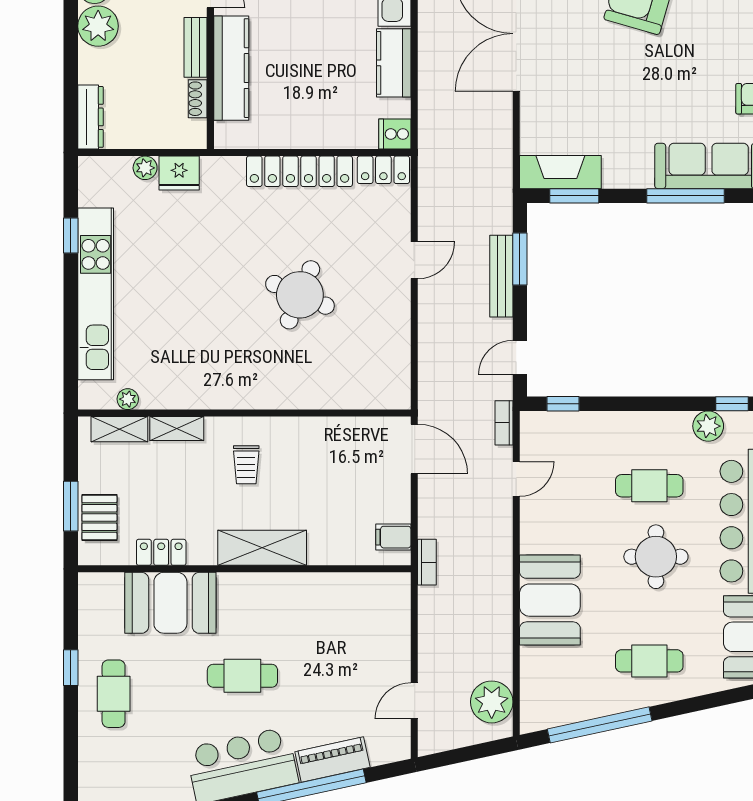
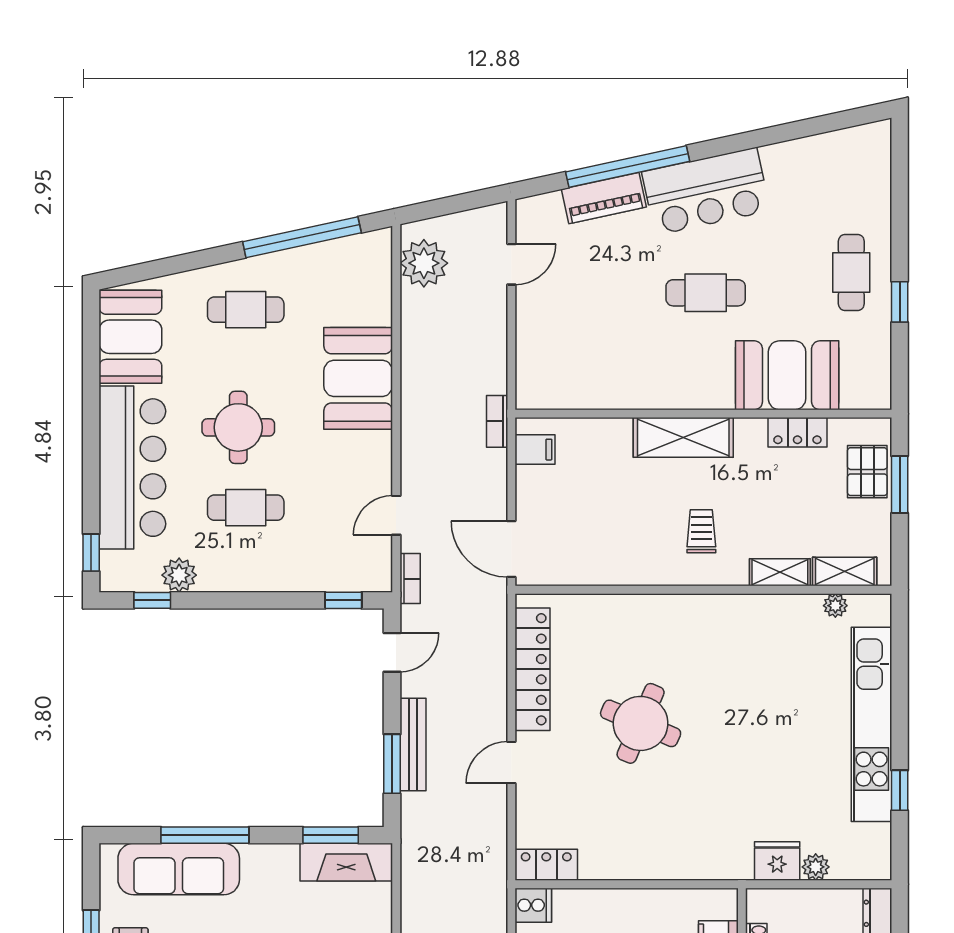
locker: (299, 171) -> (533, 669), moved, turned 90

